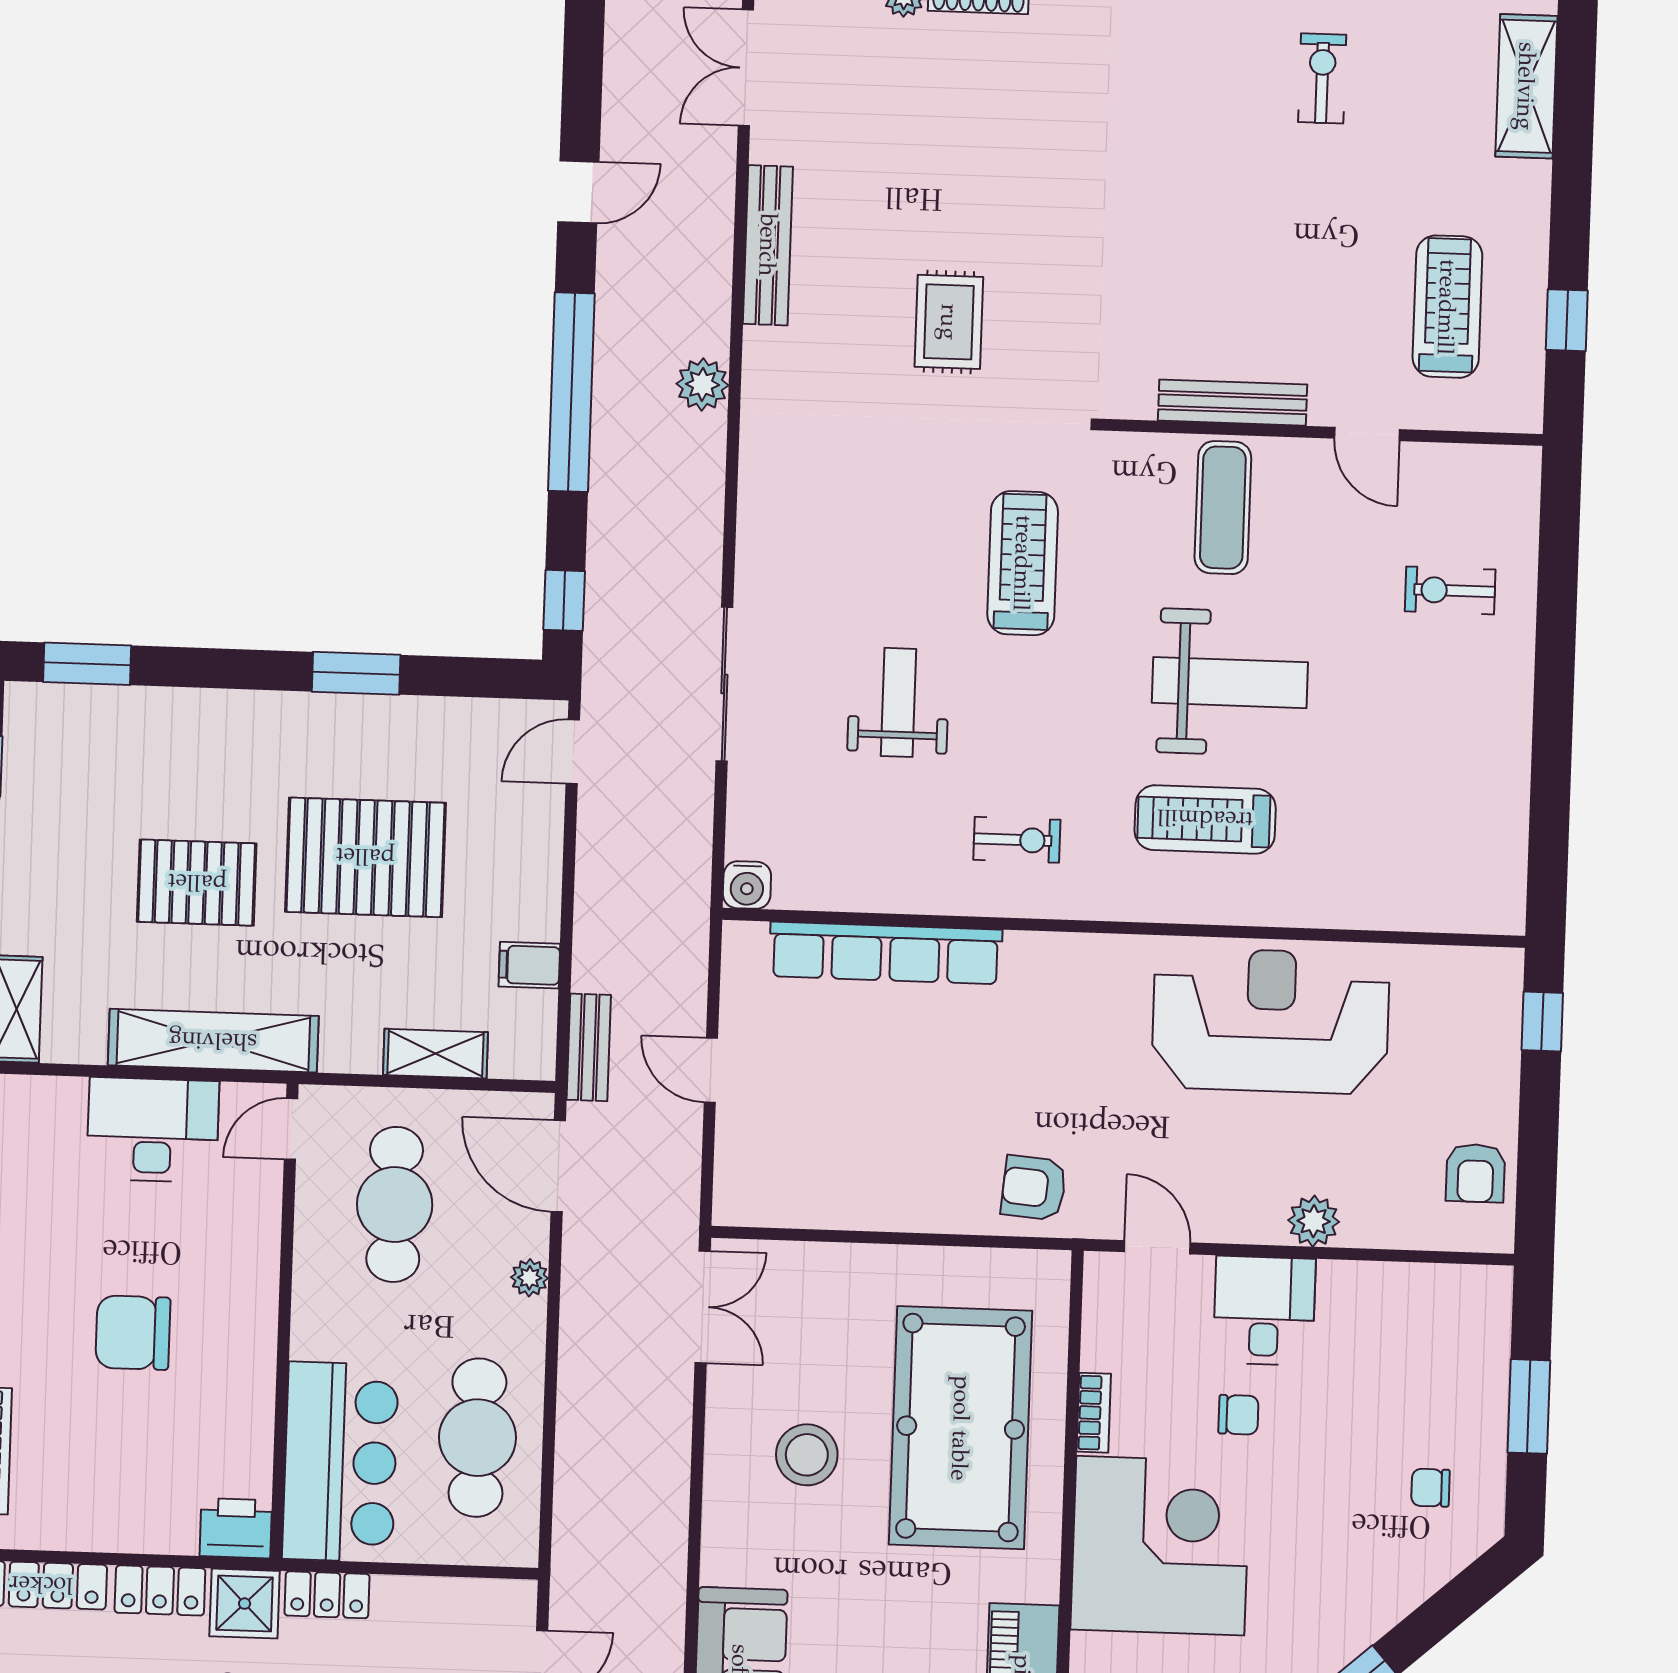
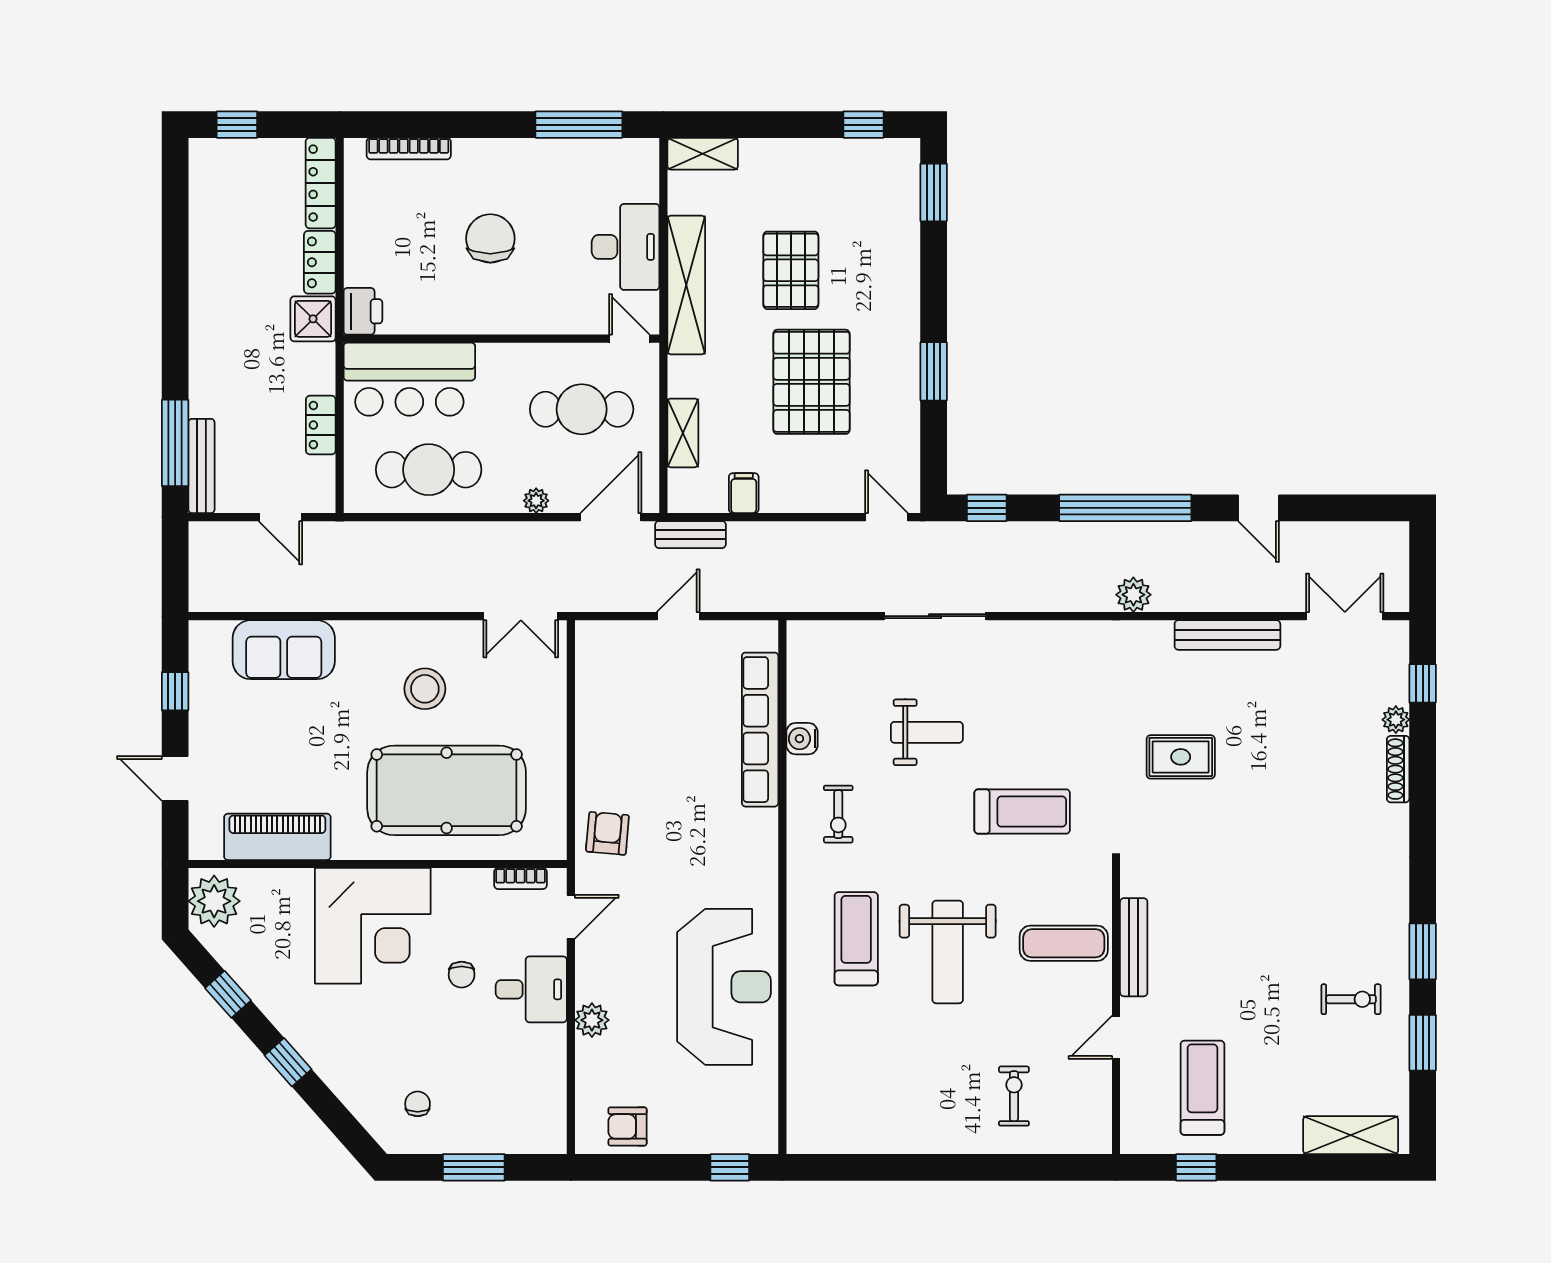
treadmill: (1447, 307) -> (1202, 1088), turned -90
water cooler: (747, 885) -> (802, 739), moved
bookcase: (1094, 1413) -> (520, 878), moved
locker: (327, 1595) -> (321, 425), moved

